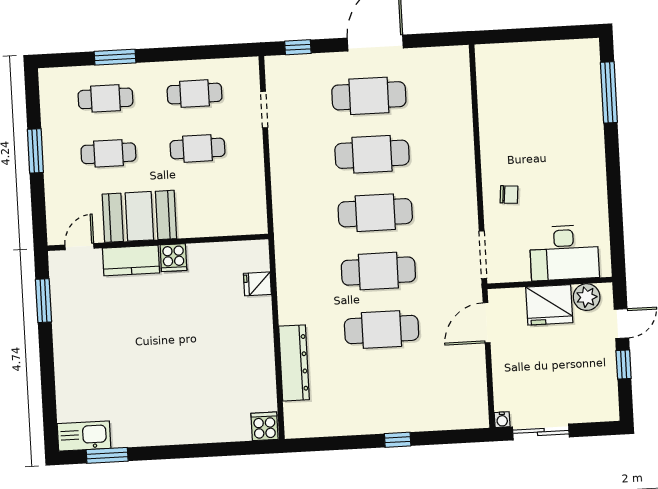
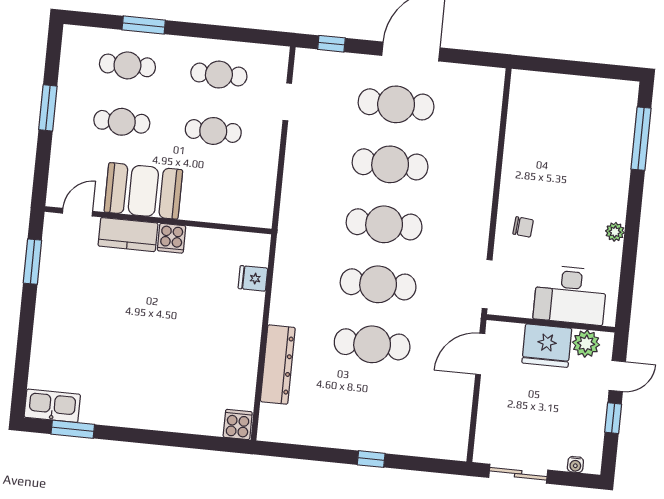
plant: (598, 186) -> (615, 232), added
water cooler: (502, 420) -> (575, 465), moved

